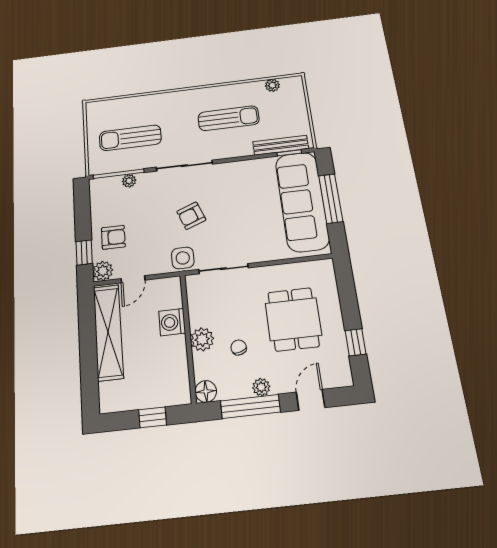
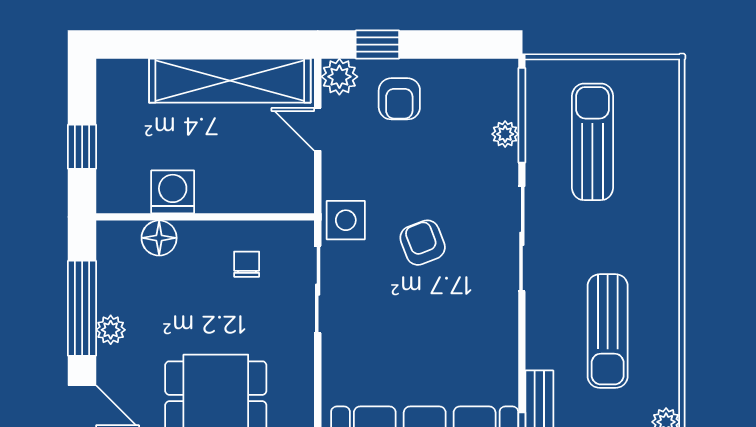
washing machine: (172, 322) -> (173, 192), moved
plant: (202, 339) -> (199, 240), removed
chair: (239, 347) -> (247, 264), moved, turned -74
floor lamp: (206, 391) -> (159, 238), moved

